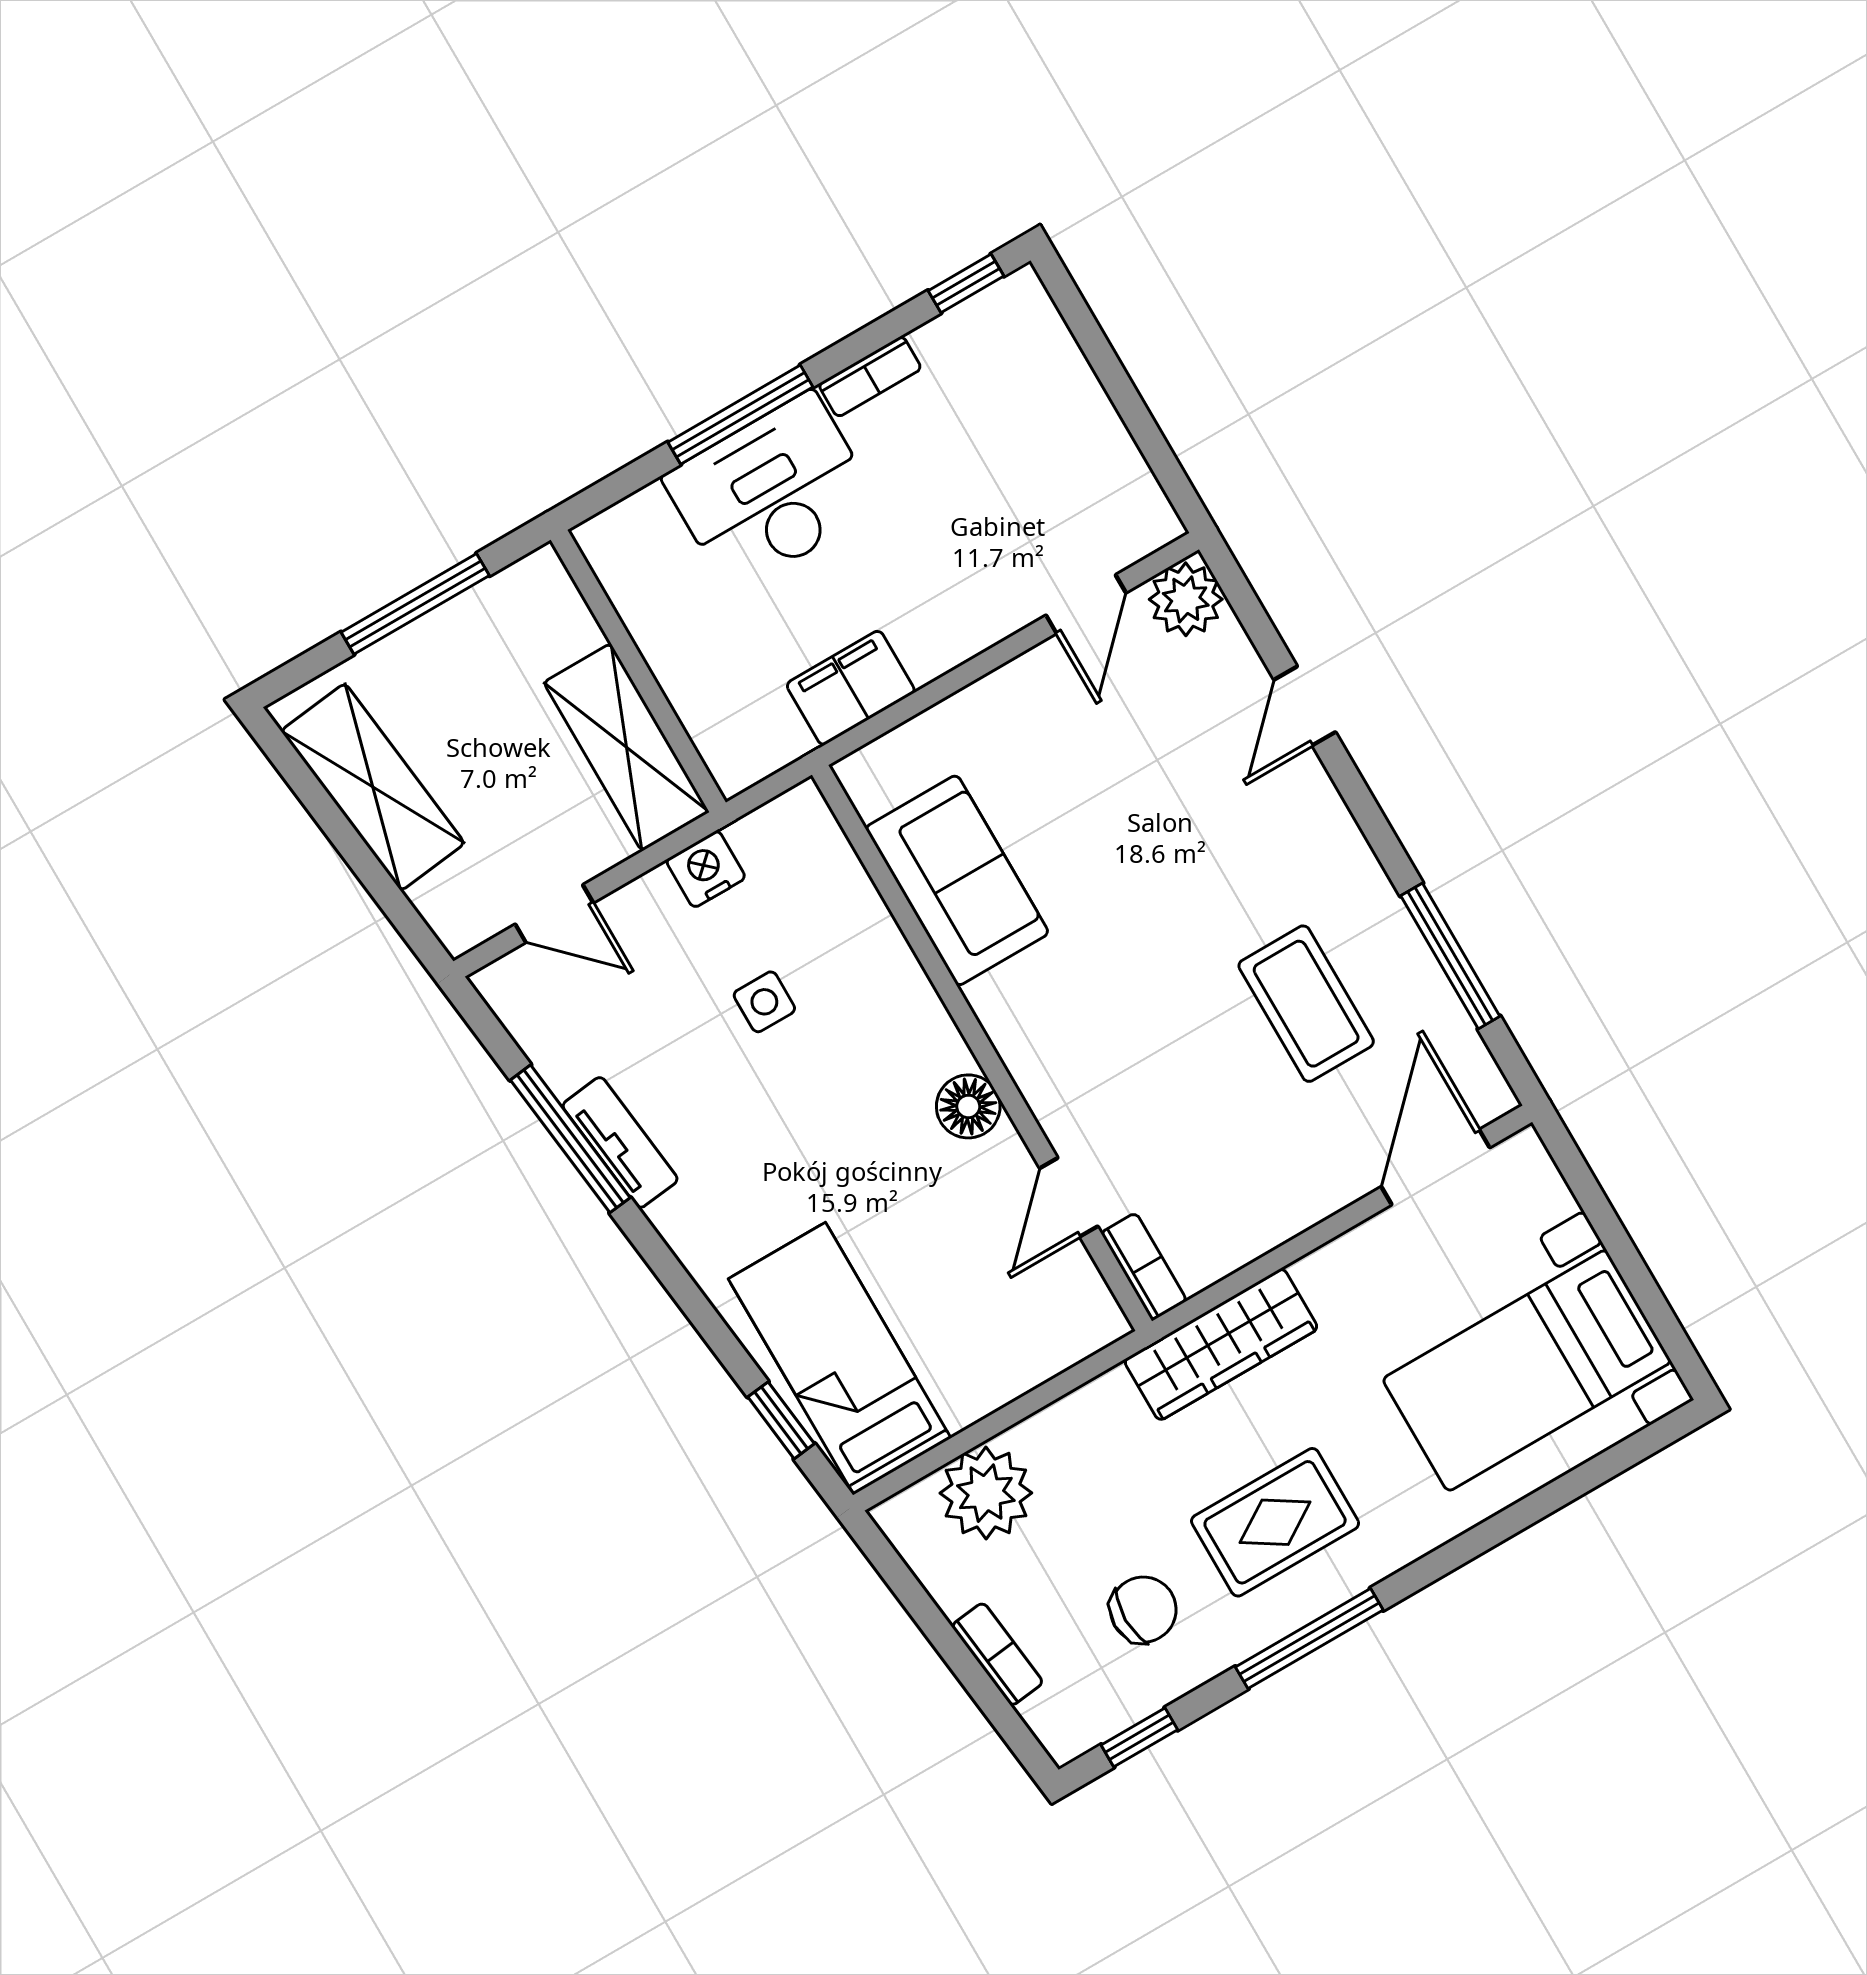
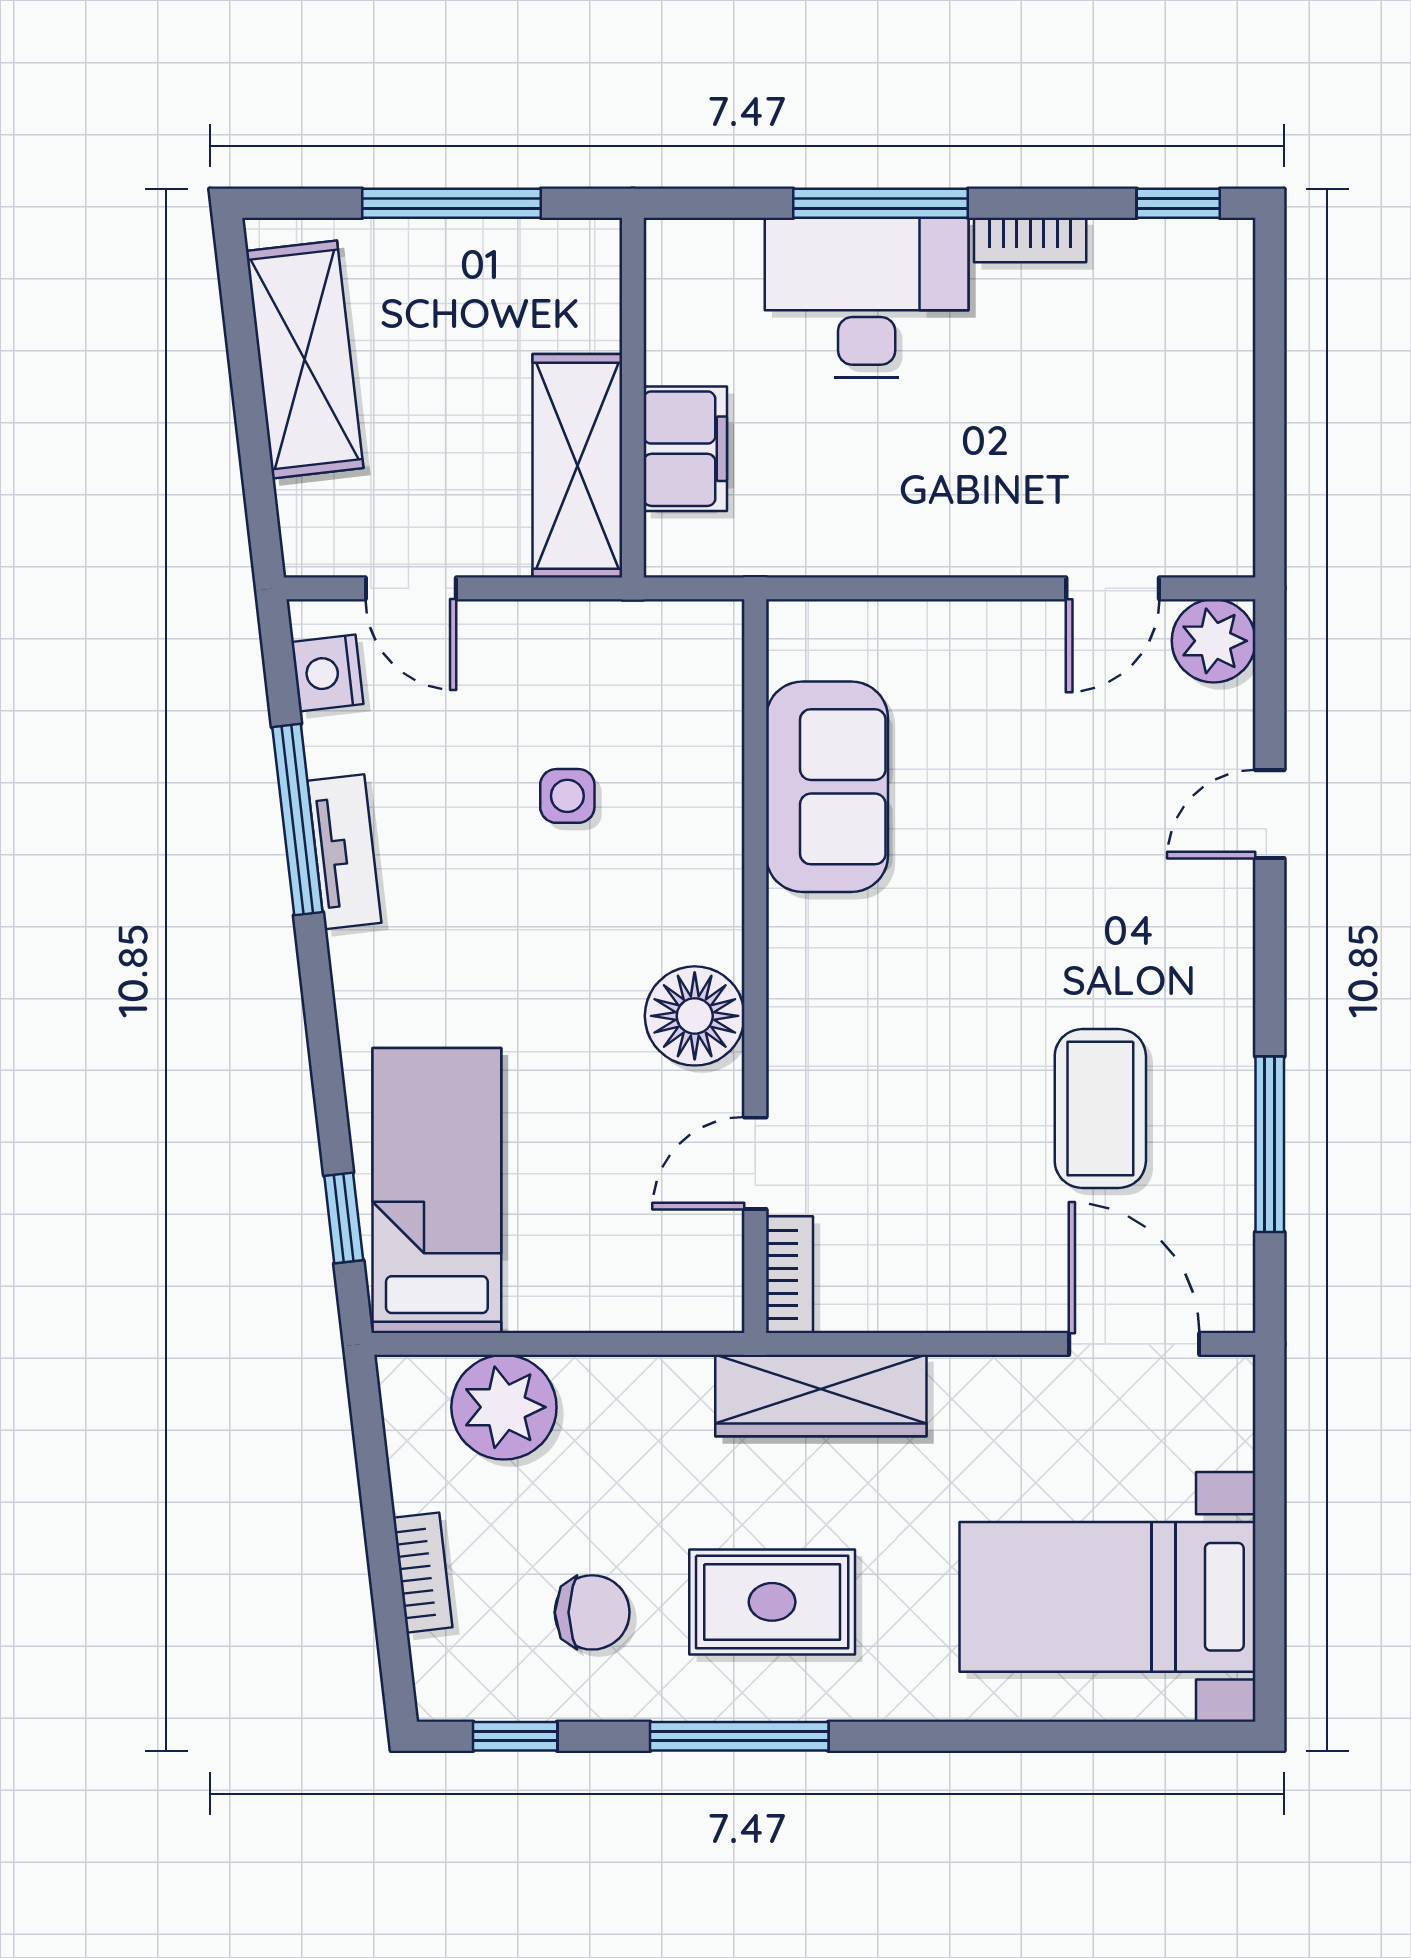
filing cabinet: (851, 688) -> (685, 449), moved, turned 90
nightstand: (706, 869) -> (327, 673), moved, turned -97
floor lamp: (968, 1106) -> (695, 1016), width x1.38, depth x1.38
door: (1436, 1167) -> (1134, 1344), hinge flipped

